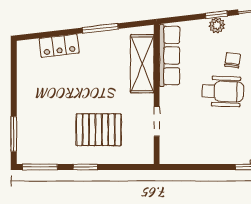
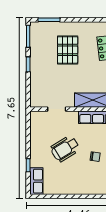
wheelchair: (223, 91) -> (65, 149), moved, turned 56
pallet: (99, 130) -> (68, 50), moved

